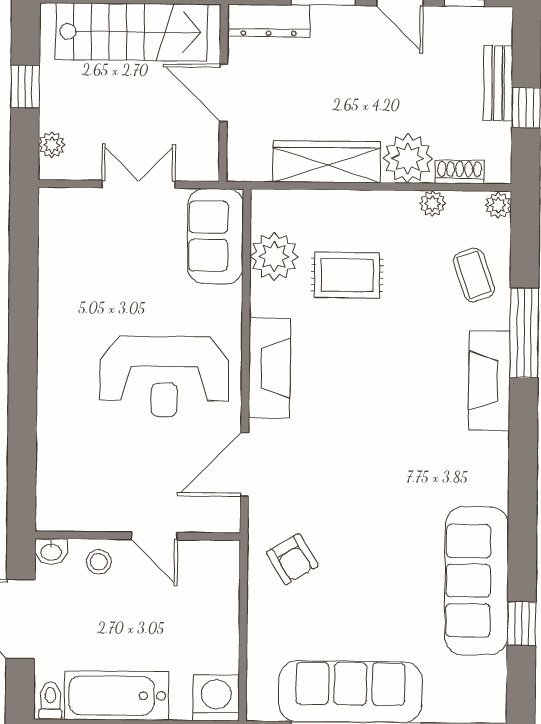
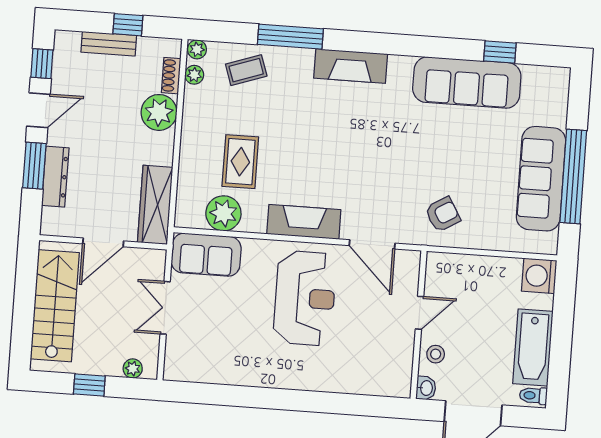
dresser: (269, 21) -> (55, 177), moved
wardrobe: (327, 162) -> (155, 205), moved
plant: (433, 203) -> (194, 75), moved
fireplace: (489, 381) -> (351, 66), moved

